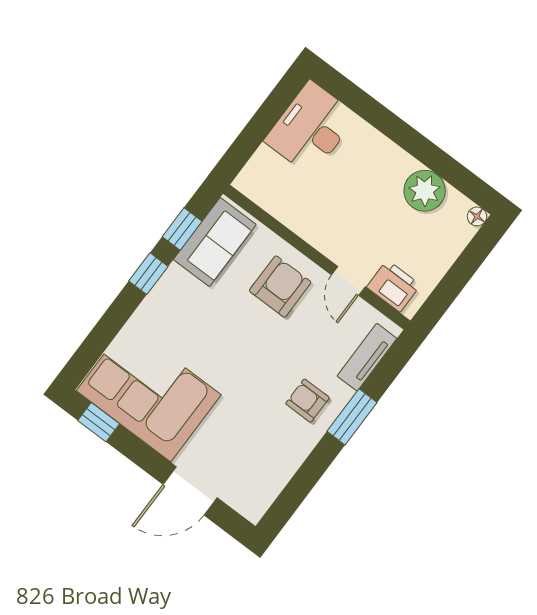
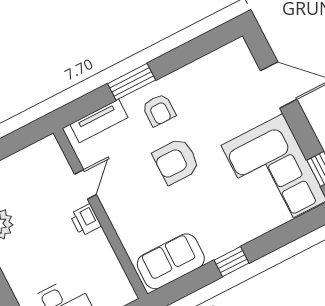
window: (182, 229) -> (190, 283), removed
armchair: (280, 286) -> (176, 161), moved
printer: (393, 286) -> (85, 220), moved, width x0.73, depth x0.81

